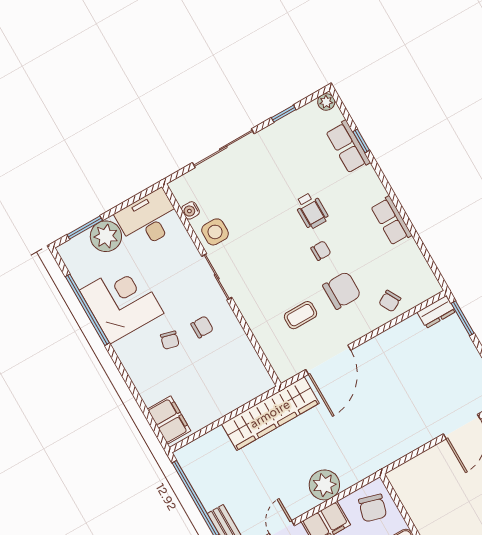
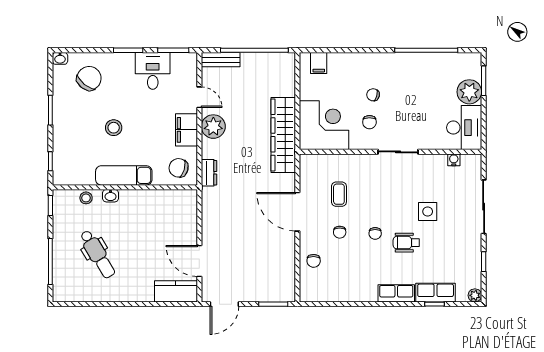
row of seats: (391, 221) -> (396, 293), moved
side table: (215, 232) -> (428, 211), moved
chair: (342, 290) -> (340, 232), width x0.54, depth x0.54
chair: (390, 301) -> (314, 261), turned -149
corner desk: (122, 302) -> (324, 125), moved, turned -90
dresser: (436, 312) -> (209, 173), moved, turned 180
door: (328, 360) -> (297, 212), moved
filing cabinet: (169, 420) -> (319, 63), width x0.50
plant: (324, 485) -> (213, 127), moved

